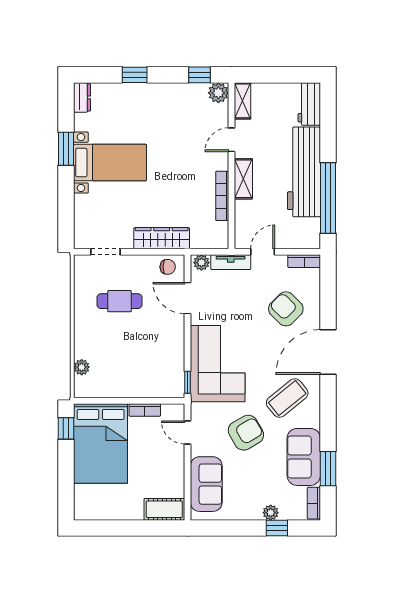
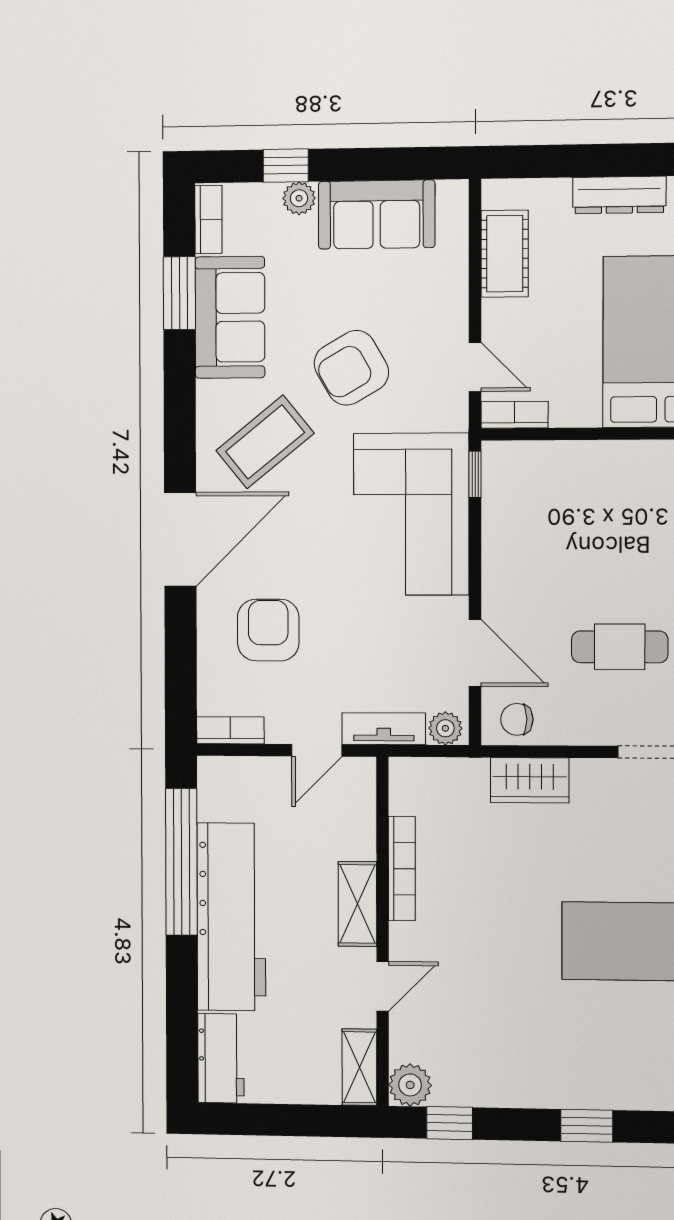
wardrobe: (162, 238) -> (530, 780), width x0.67
armchair: (286, 309) -> (268, 630), turned -135
bookcase: (145, 410) -> (515, 415), moved
sofa: (206, 484) -> (377, 214), moved, turned -90
cot: (164, 509) -> (505, 254), moved, turned 90
dresser: (120, 512) -> (619, 195), added

